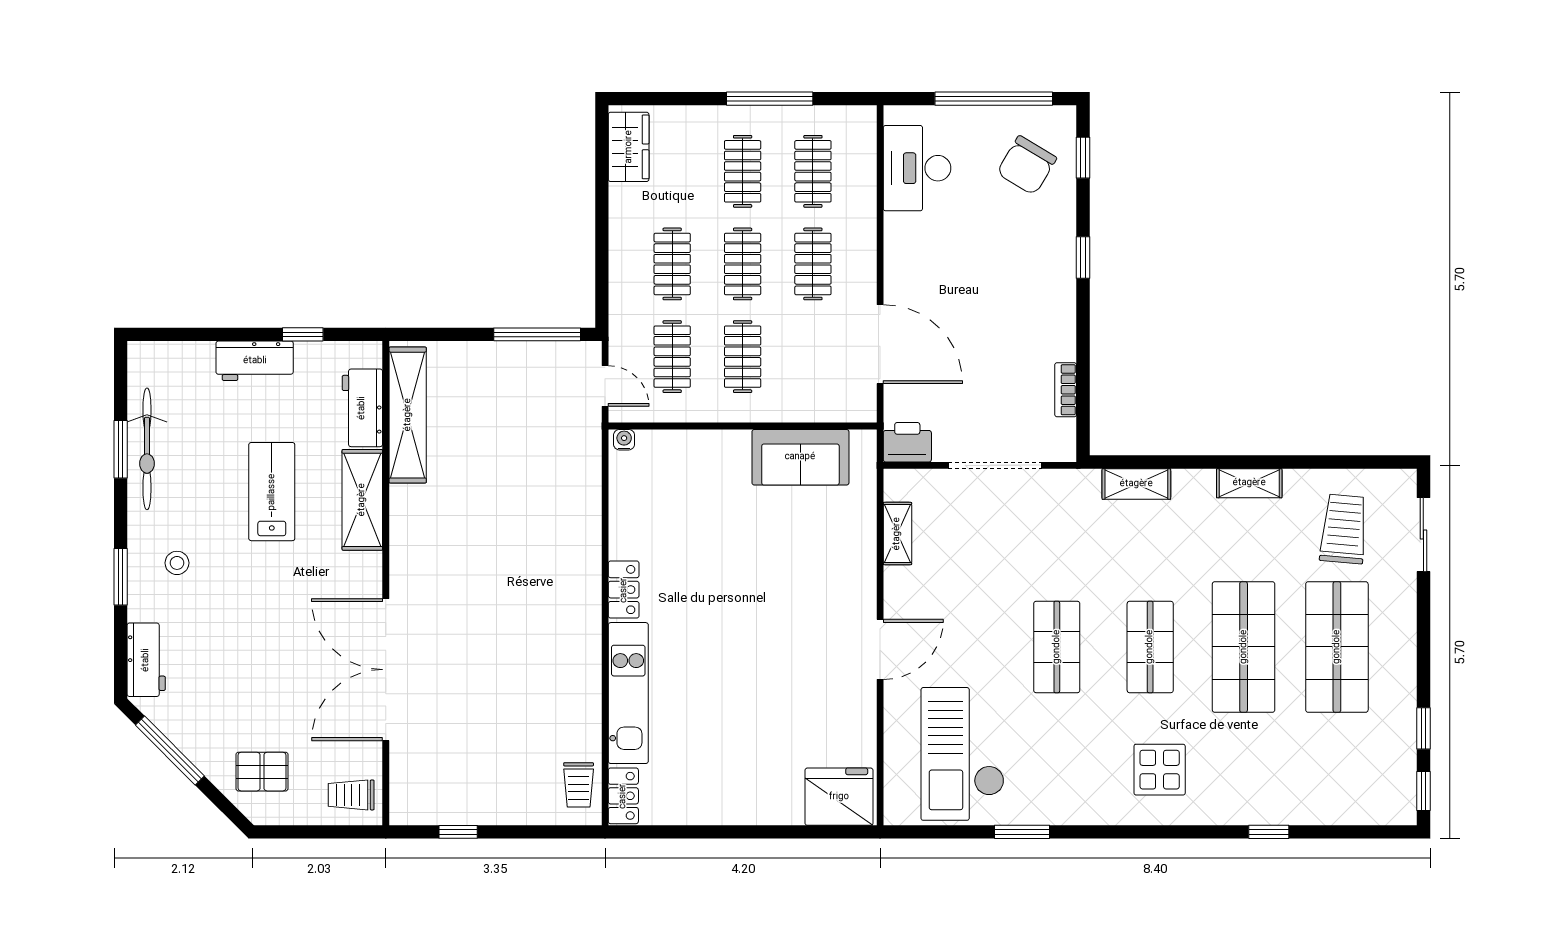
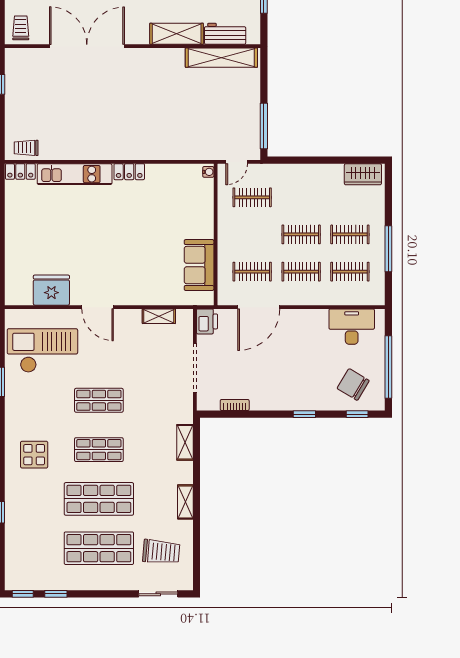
clothes rail: (672, 264) -> (301, 197), removed
clothes rail: (743, 357) -> (252, 272), moved
fridge: (839, 797) -> (51, 290), moved, turned -90

